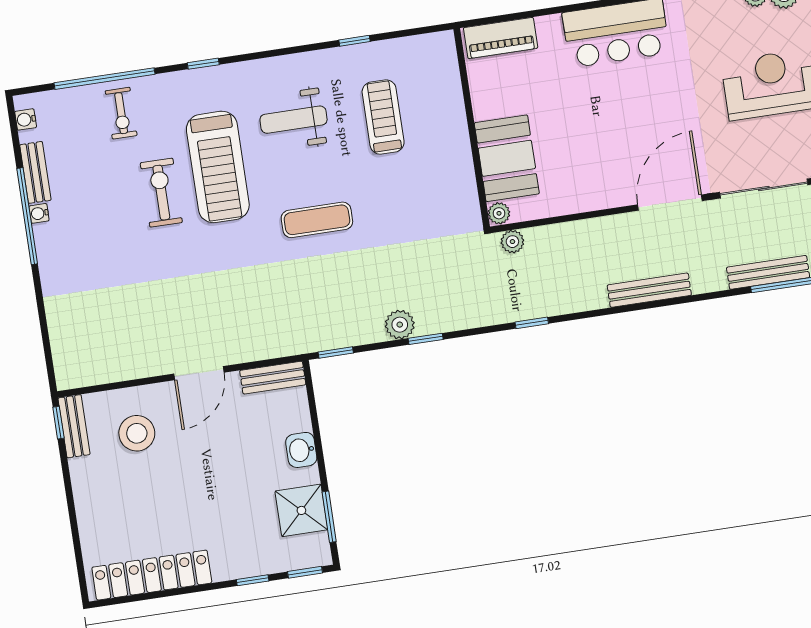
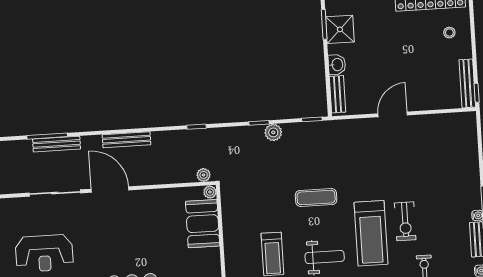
treadmill: (218, 167) -> (371, 233), turned 180
door: (670, 203) -> (110, 190), swing flipped
bench: (273, 378) -> (337, 94), moved, turned 90
bench: (74, 426) -> (467, 83), width x1.36
stool: (137, 433) -> (449, 33), moved, width x0.53, depth x0.53

